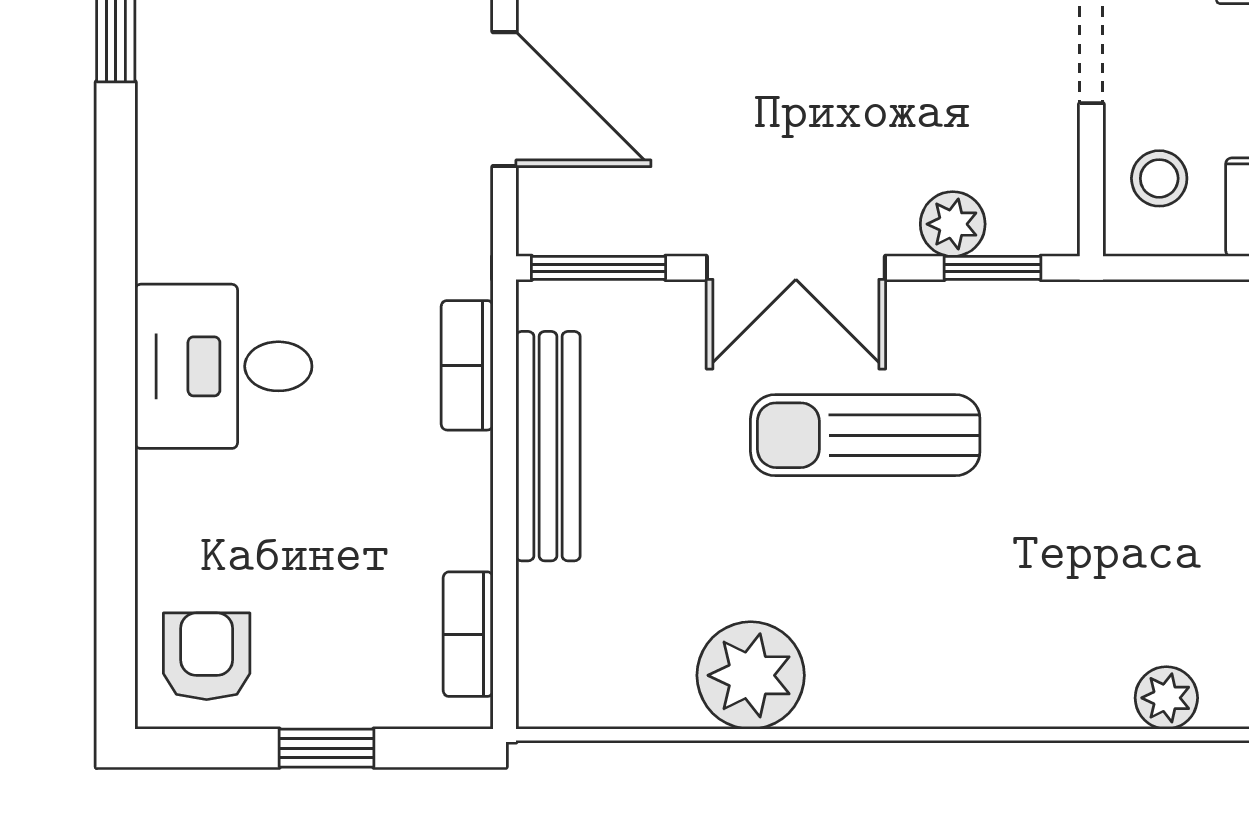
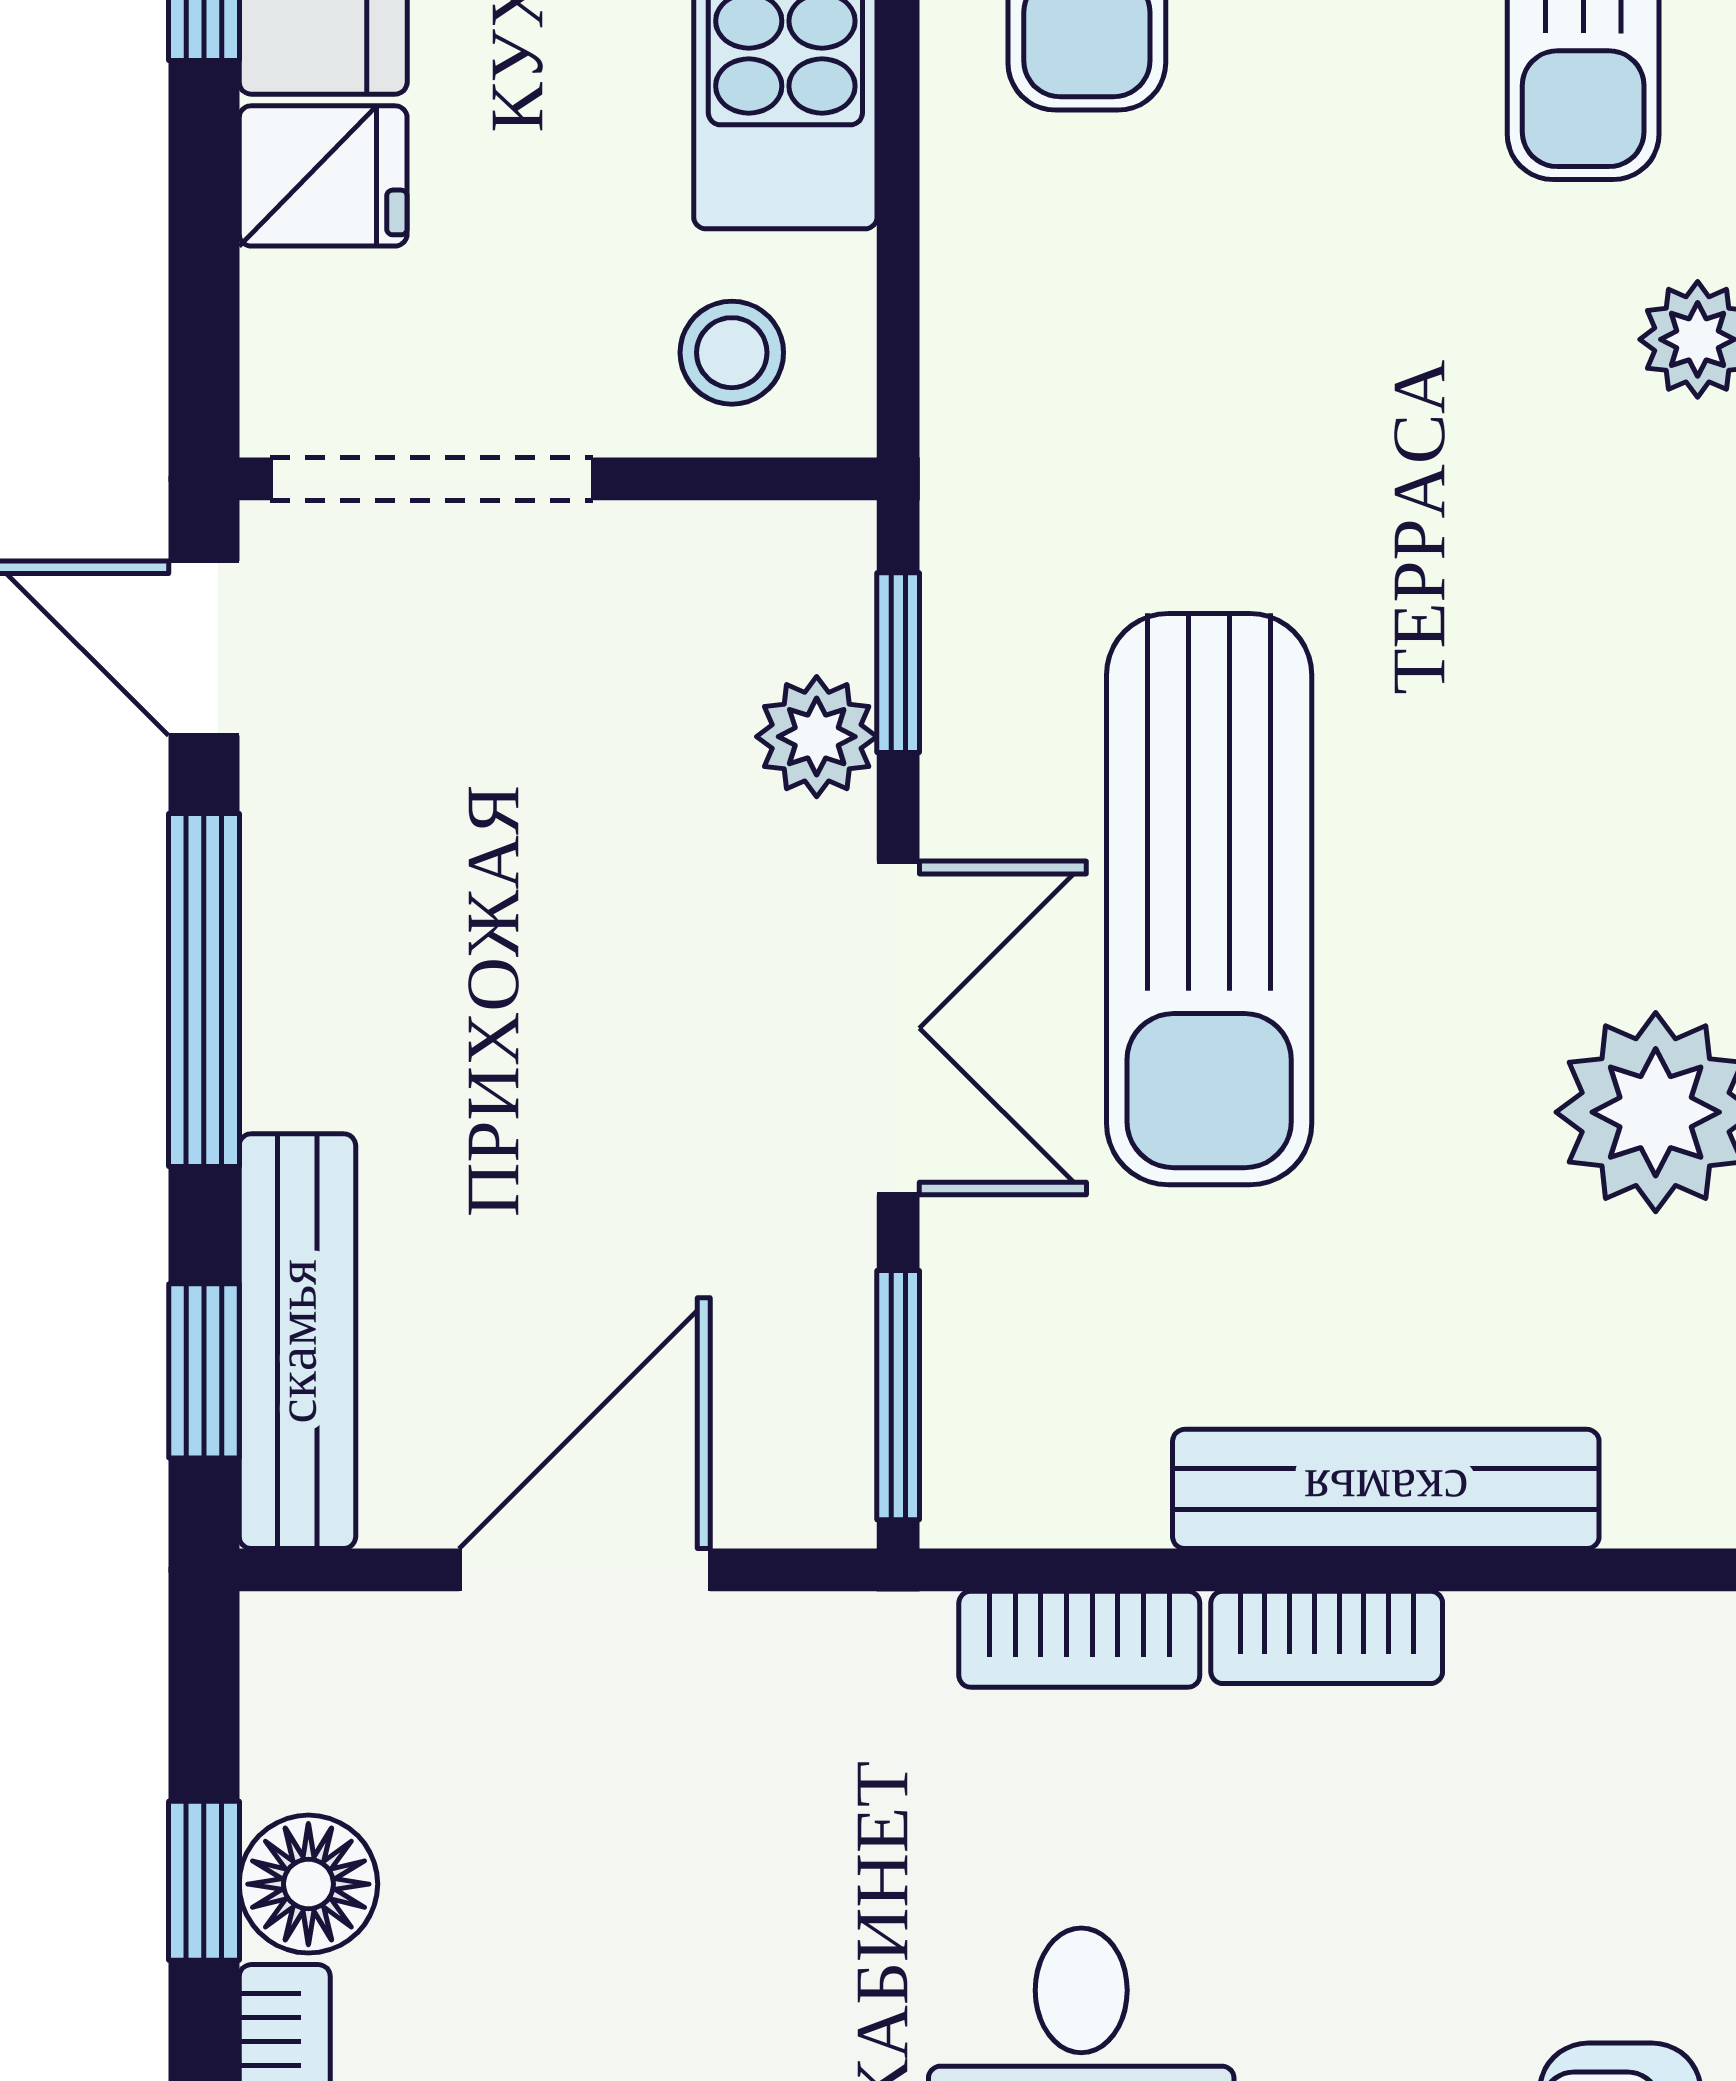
sun lounger: (865, 435) -> (1209, 899), width x1.36, depth x1.34
bench: (548, 446) -> (1386, 1489), moved
bookcase: (468, 634) -> (1327, 1637), moved

